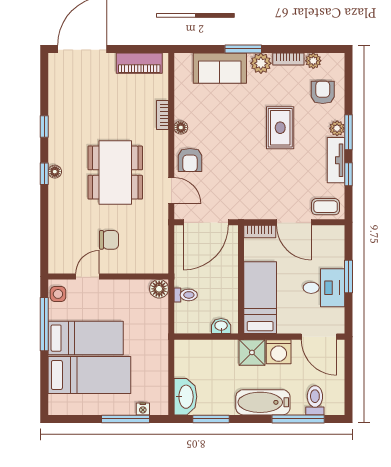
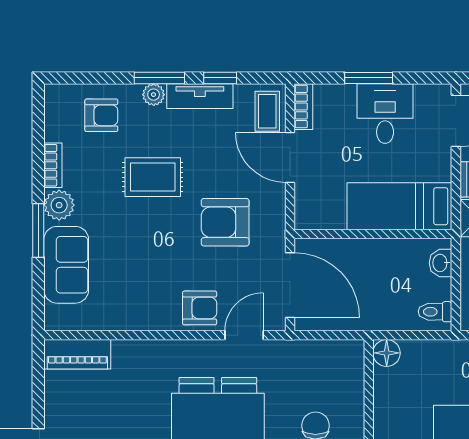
plant: (313, 61) -> (55, 129), removed
piano: (139, 63) -> (77, 354), moved, turned 90
armchair: (323, 92) -> (101, 115), turned 180
bookcase: (162, 115) -> (134, 348), removed
floor lamp: (181, 128) -> (152, 321), removed
armchair: (249, 178) -> (225, 222), added
door: (294, 222) -> (290, 157), swing flipped
bookcase: (260, 232) -> (303, 107), moved
toilet: (186, 295) -> (435, 312), moved, turned -90

